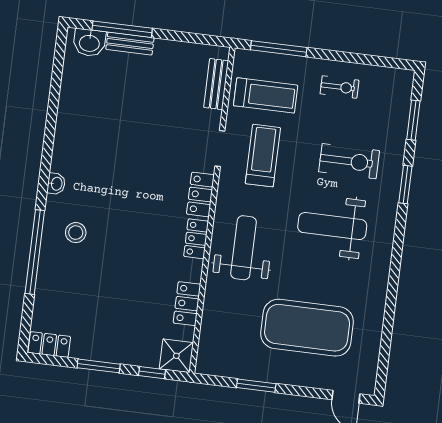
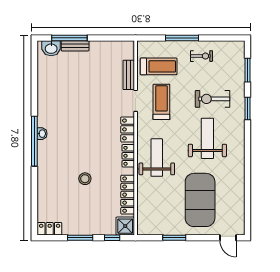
window: (279, 49) -> (182, 38), moved
bench: (216, 84) -> (129, 75), moved
exercise bike: (349, 161) -> (213, 99), turned 180
weight bench: (332, 226) -> (207, 138), turned 90
stool: (76, 233) -> (85, 179), moved
window: (35, 252) -> (34, 141), moved
locker: (187, 304) -> (128, 195), width x1.53
exercise mat: (307, 328) -> (200, 200), turned 90

